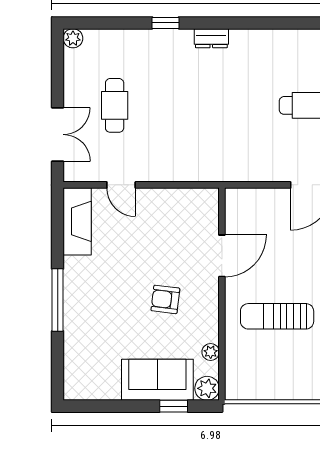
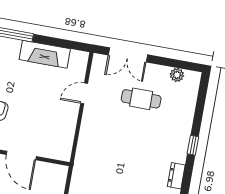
plant: (73, 38) -> (177, 75), moved
fireplace: (77, 221) -> (45, 54), moved

